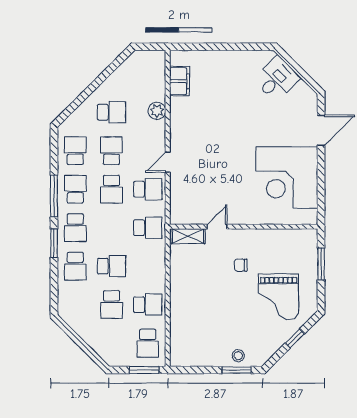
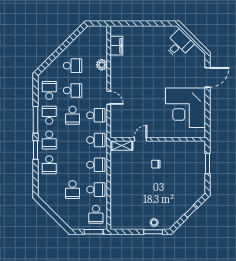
school desk: (112, 151) -> (73, 90), turned 90
door: (168, 162) -> (109, 98), swing flipped
school desk: (112, 266) -> (96, 165), moved
grand piano: (278, 297) -> (180, 185), removed

